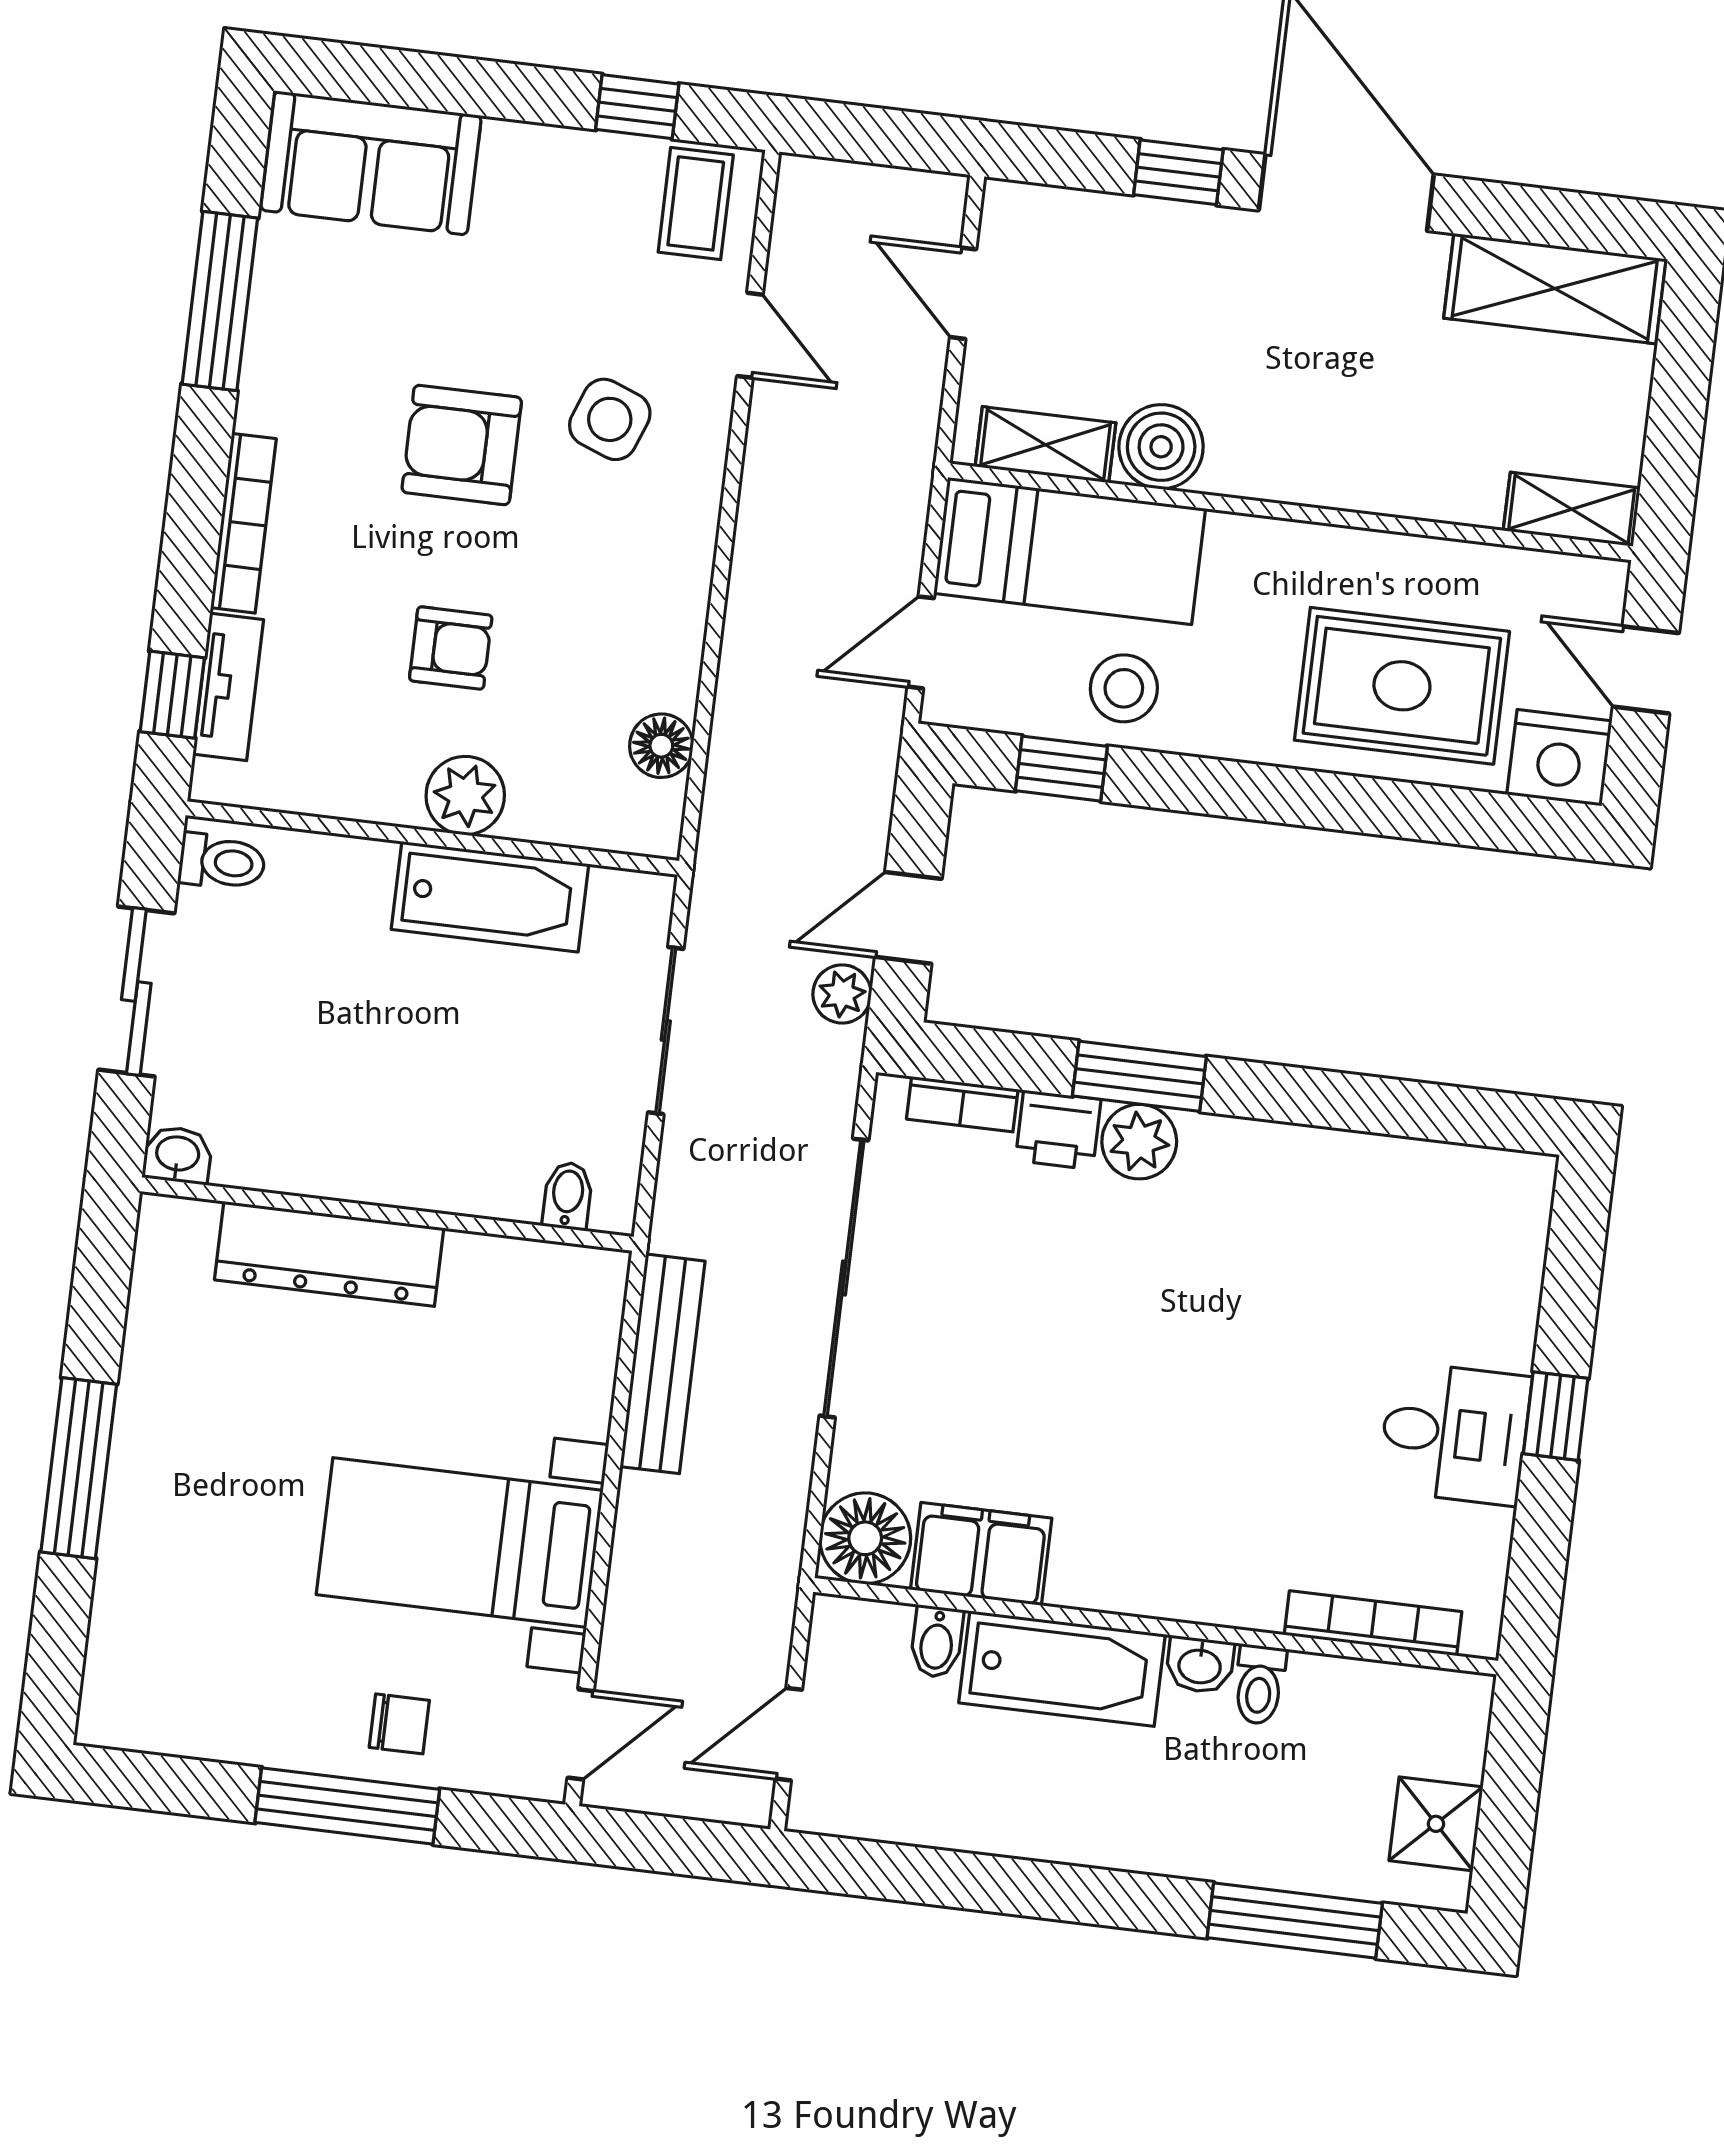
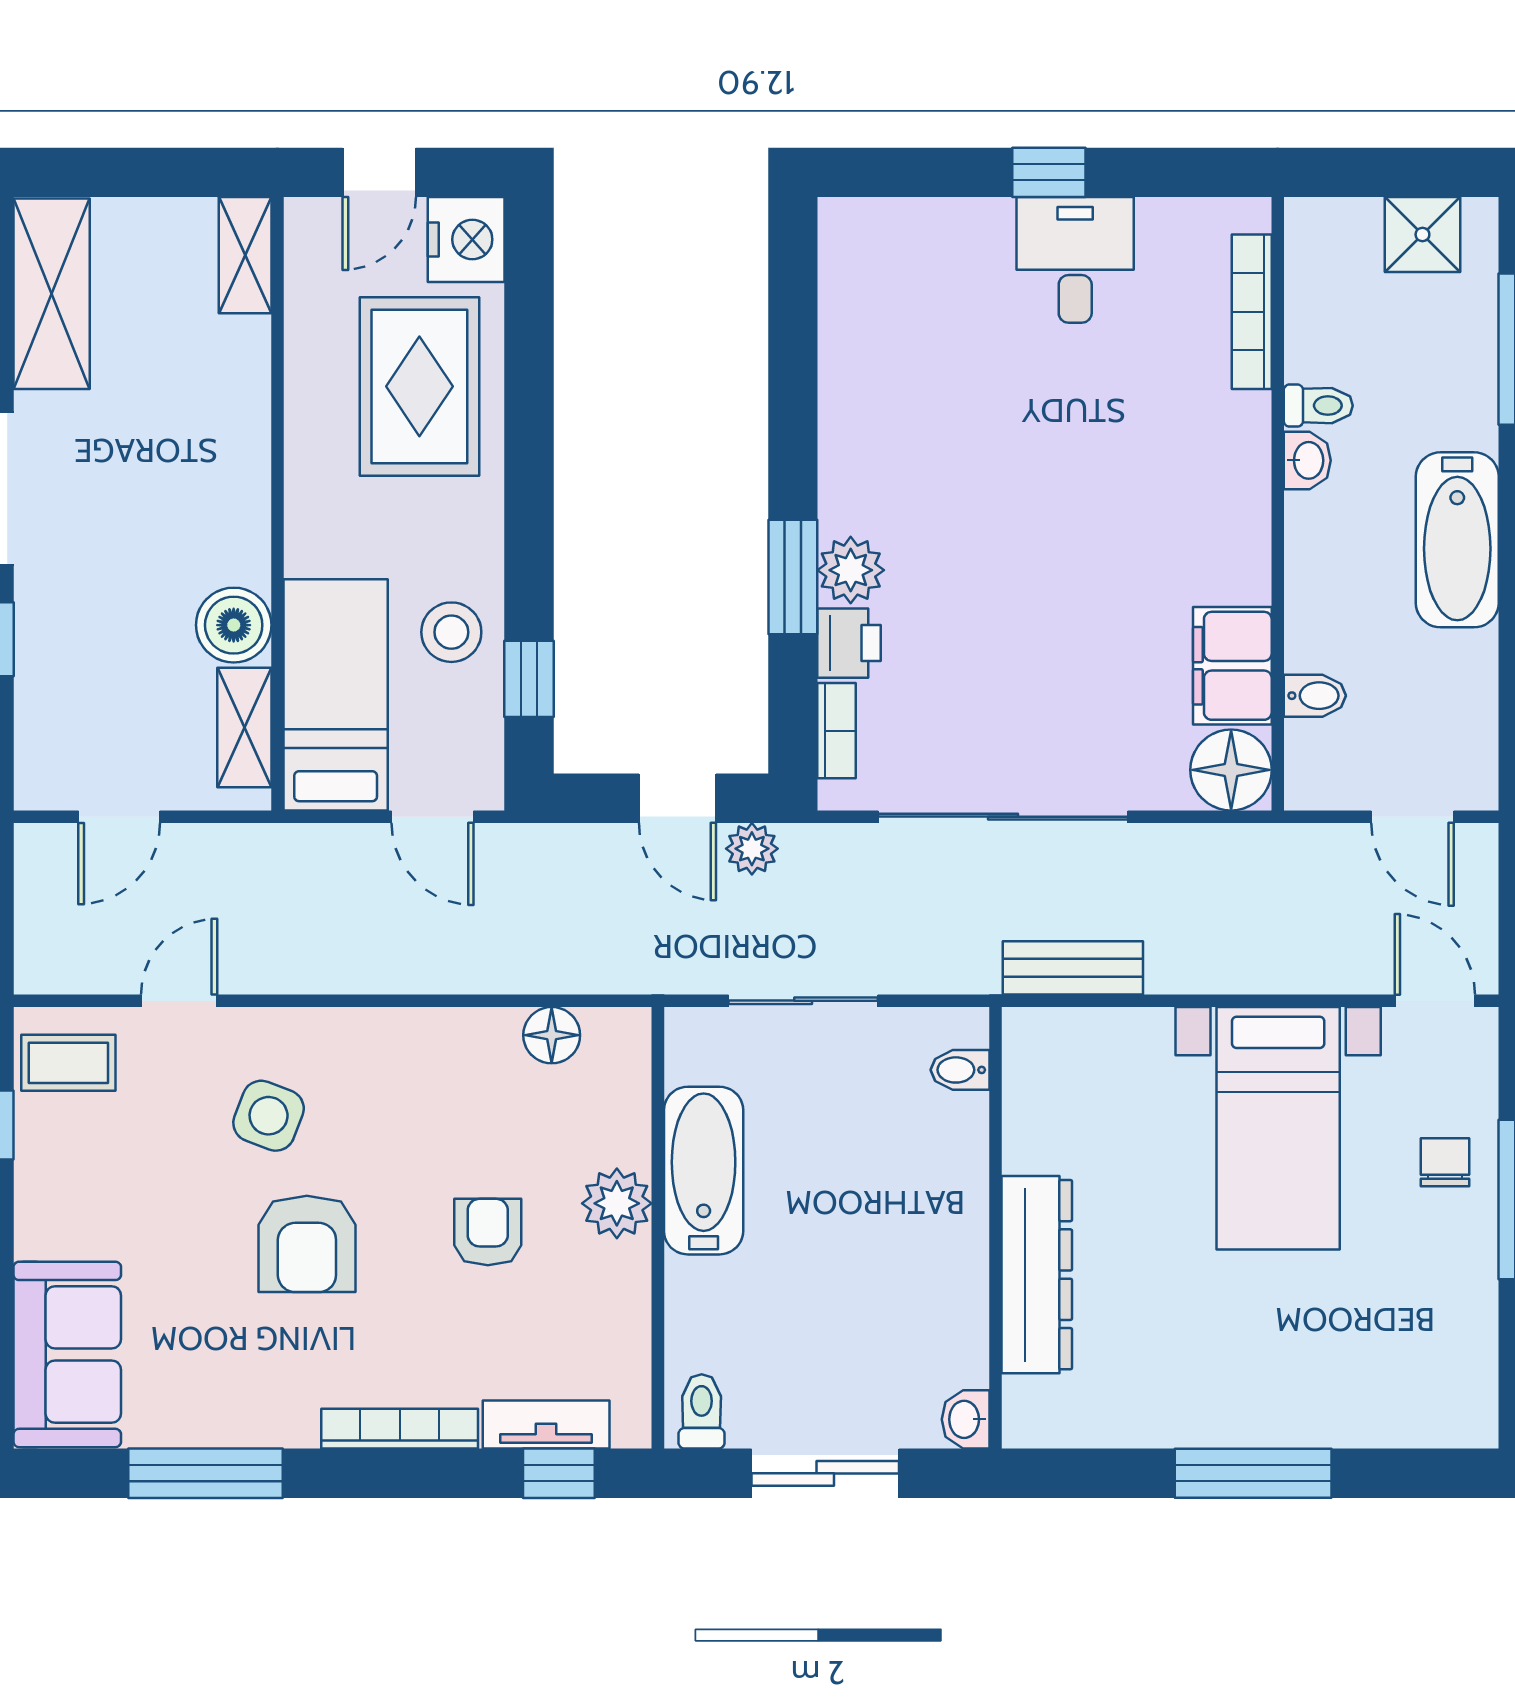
bench: (663, 1364) -> (1073, 968), width x0.73
bathtub: (1062, 1669) -> (1457, 540), moved, turned 180

